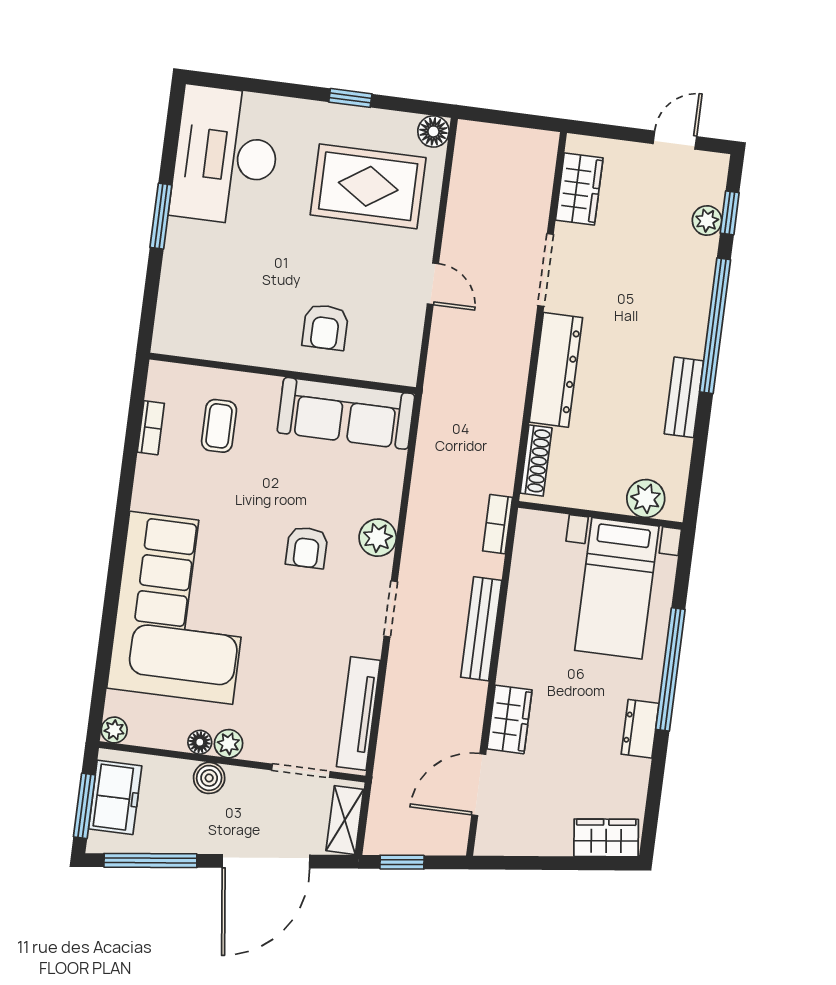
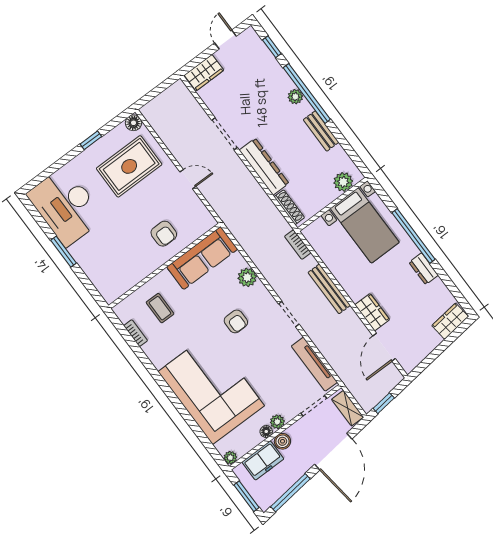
wardrobe: (579, 189) -> (204, 73), moved, turned 90
plant: (707, 221) -> (295, 97), moved
plant: (378, 538) -> (247, 277), moved
freezer: (115, 797) -> (263, 460), moved, turned 90

